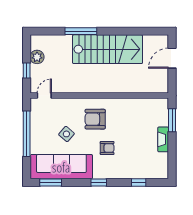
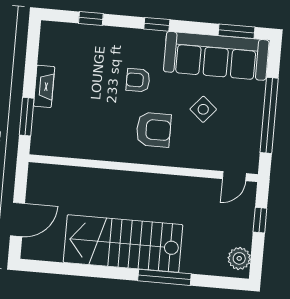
plant: (37, 57) -> (239, 258), moved

